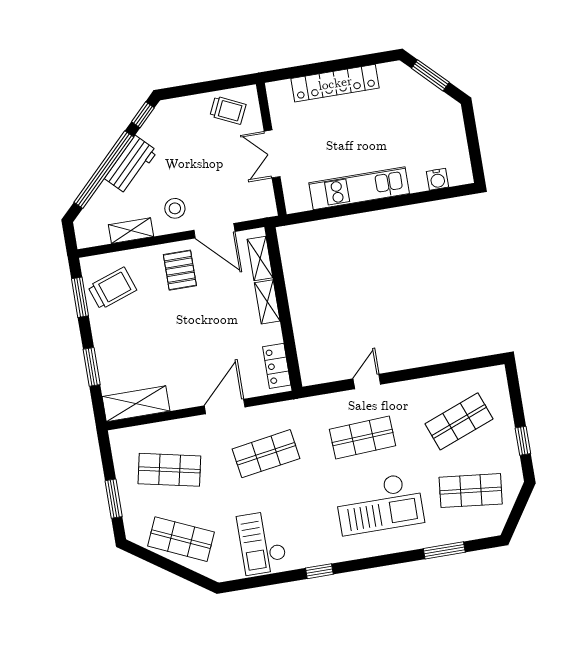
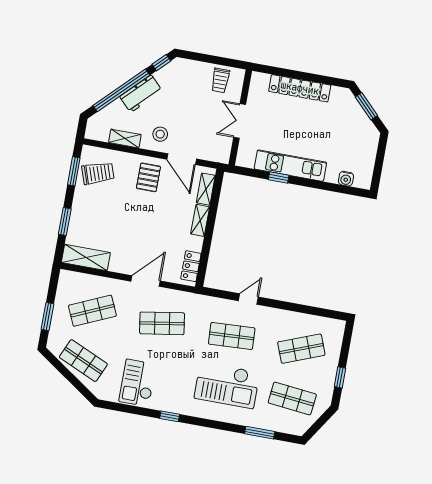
trolley: (228, 110) -> (220, 80), turned 65
window: (349, 209) -> (279, 178), added
shop shelf: (169, 470) -> (92, 311), turned -36

